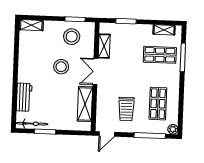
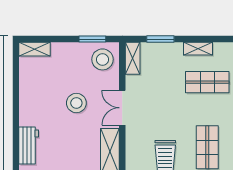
shelving: (164, 30) -> (198, 49), moved
stool: (72, 37) -> (102, 59), moved
shelving: (104, 46) -> (133, 58), moved

